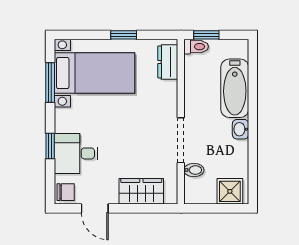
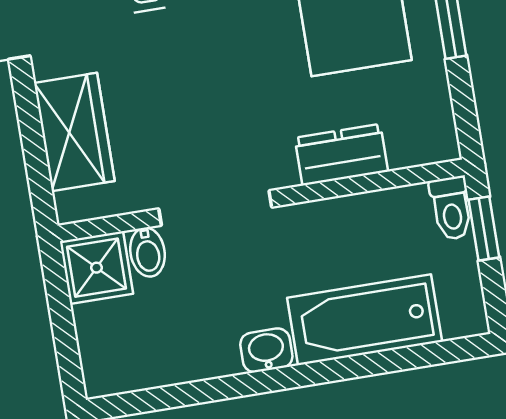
dresser: (168, 62) -> (341, 155), moved
shower: (230, 191) -> (96, 268), moved

